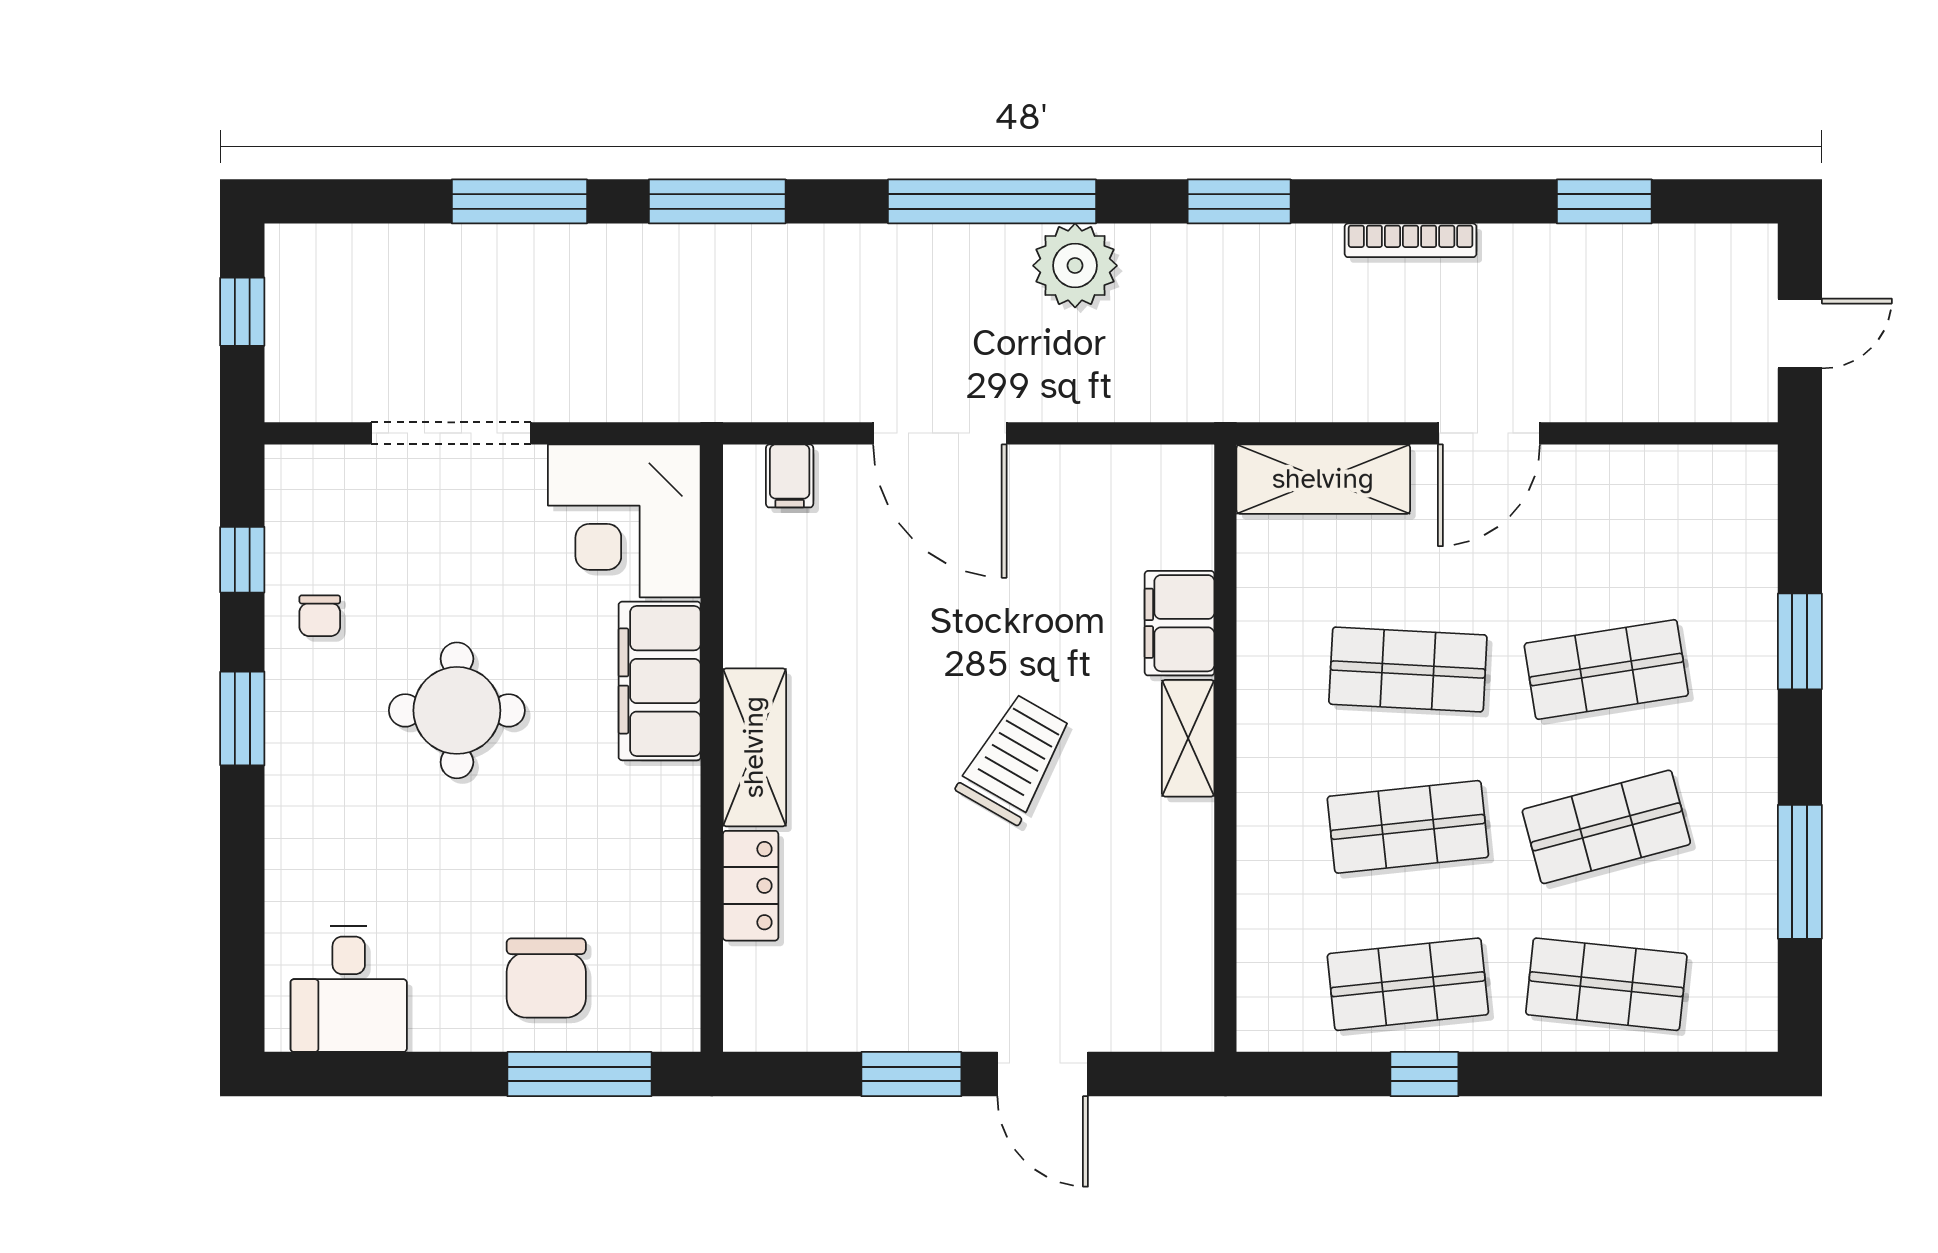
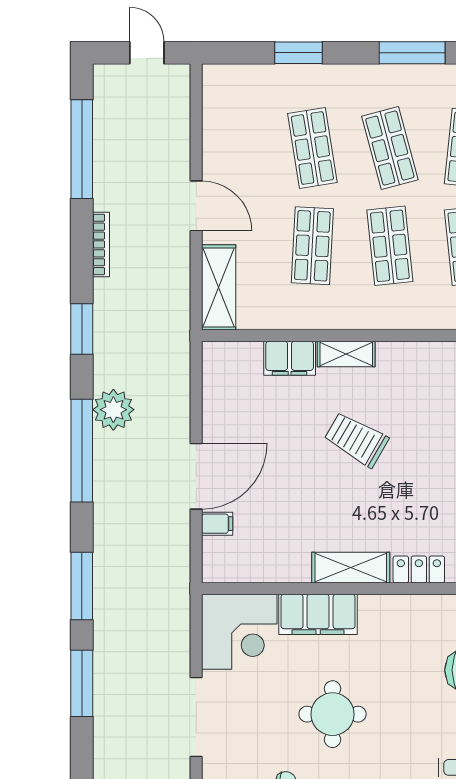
window: (1604, 201) -> (82, 149), width x2.11
filing cabinet: (790, 476) -> (217, 524), moved

